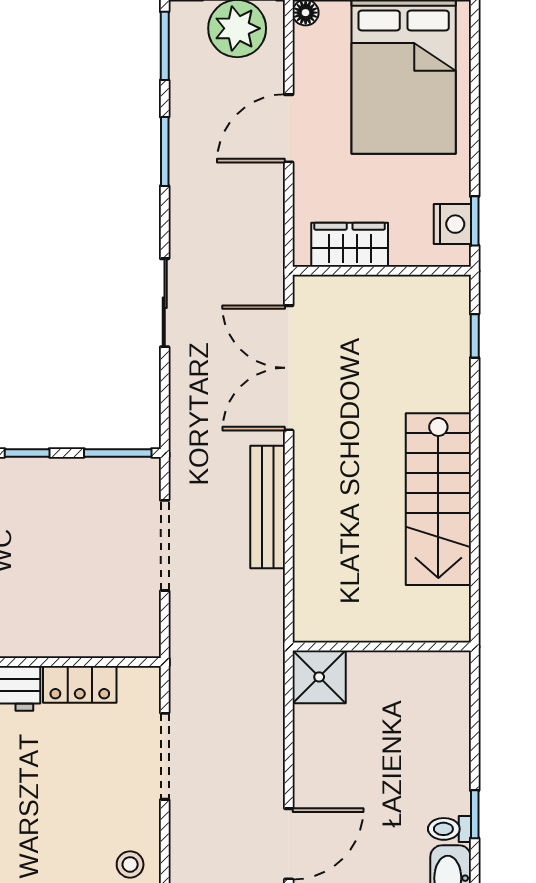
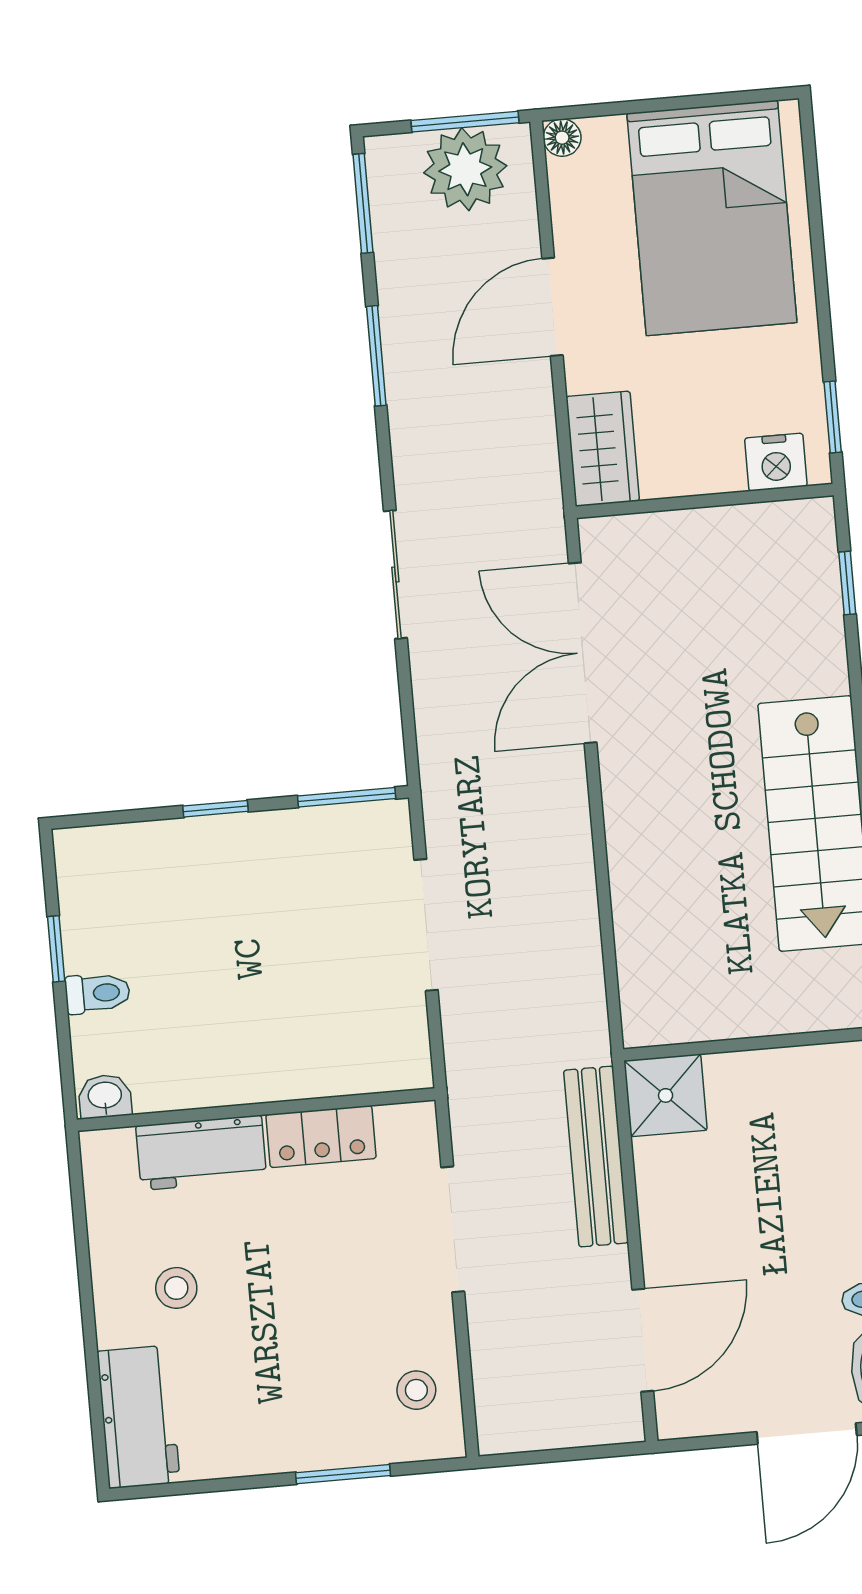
nightstand: (452, 224) -> (776, 462), moved, turned 90
wardrobe: (350, 245) -> (603, 449), moved, turned 90
bench: (268, 507) -> (596, 1157), moved

